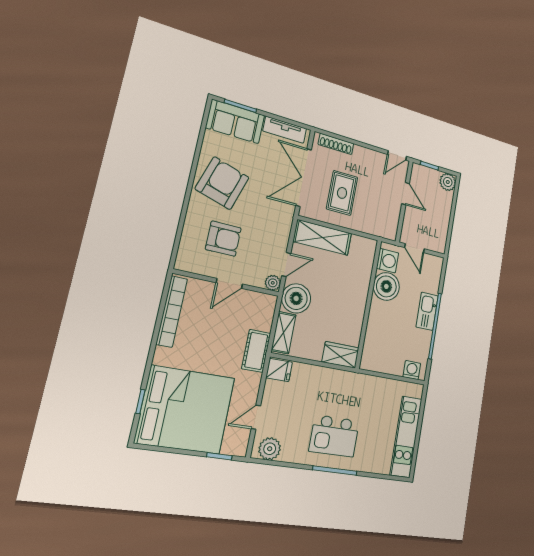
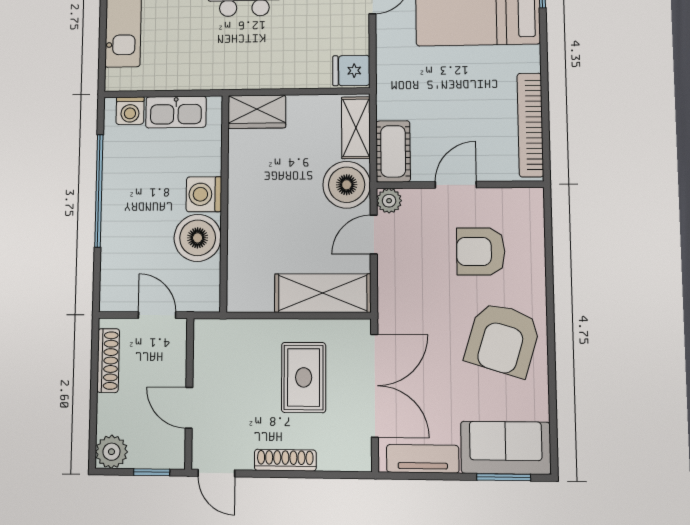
shoe rack: (336, 144) -> (285, 460), moved
door: (397, 155) -> (216, 473), swing flipped
shoe rack: (443, 230) -> (108, 361), added
washing machine: (388, 261) -> (204, 194), moved
kitchen sink: (427, 311) -> (176, 112), moved, turned 90
cot: (256, 351) -> (393, 151), moved

